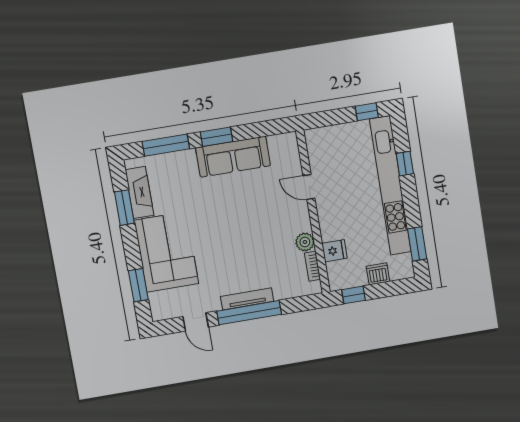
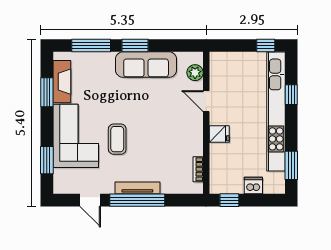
plant: (305, 242) -> (195, 73), moved
coffee table: (215, 248) -> (117, 139), added
fridge: (334, 251) -> (219, 134), moved

